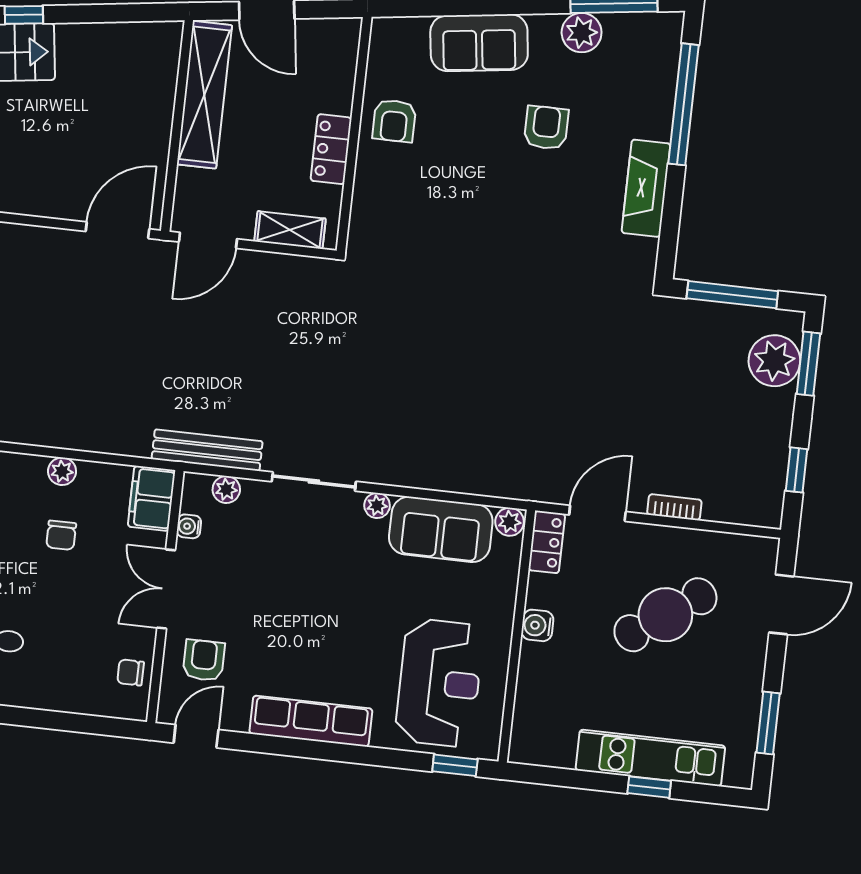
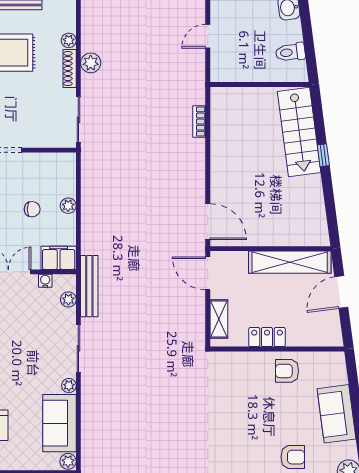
chair: (61, 535) -> (32, 209), turned 180

